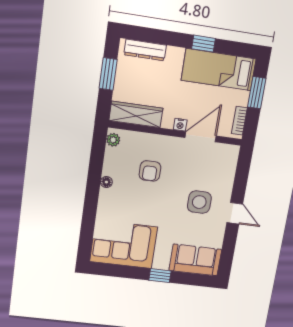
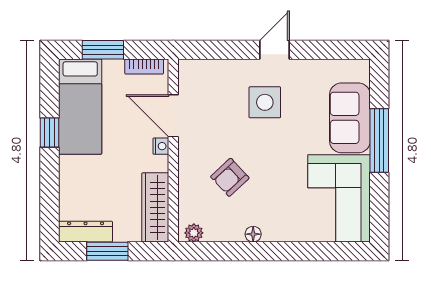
dresser: (145, 50) -> (86, 232), moved, turned -90
armchair: (150, 171) -> (230, 177), turned 137
sofa: (195, 260) -> (350, 118), moved
window: (160, 276) -> (379, 141), width x2.17

